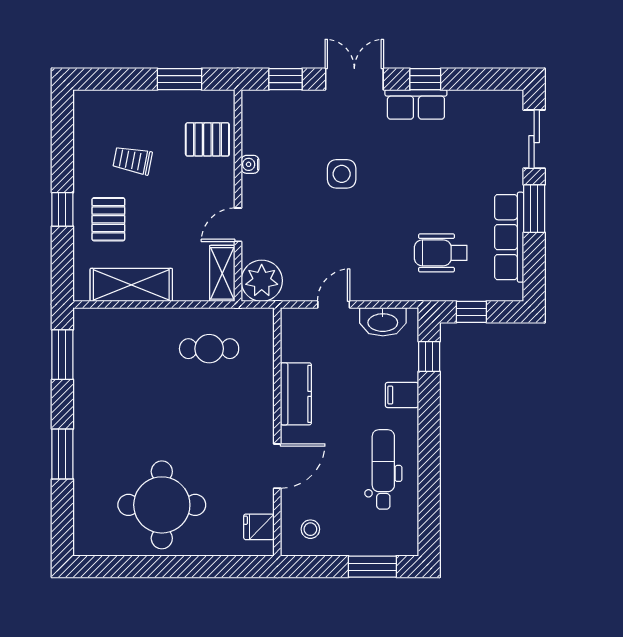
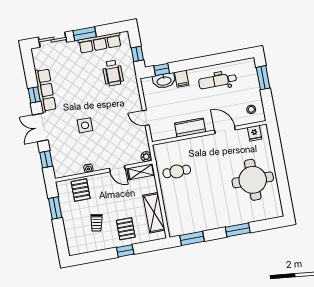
row of seats: (416, 104) -> (45, 90), width x1.48
pallet: (108, 219) -> (126, 229), turned 90
plant: (262, 281) -> (146, 157), width x0.53, depth x0.53
washbasin: (383, 322) -> (164, 81), moved, turned 90
cafe table: (209, 349) -> (177, 171), turned 90

